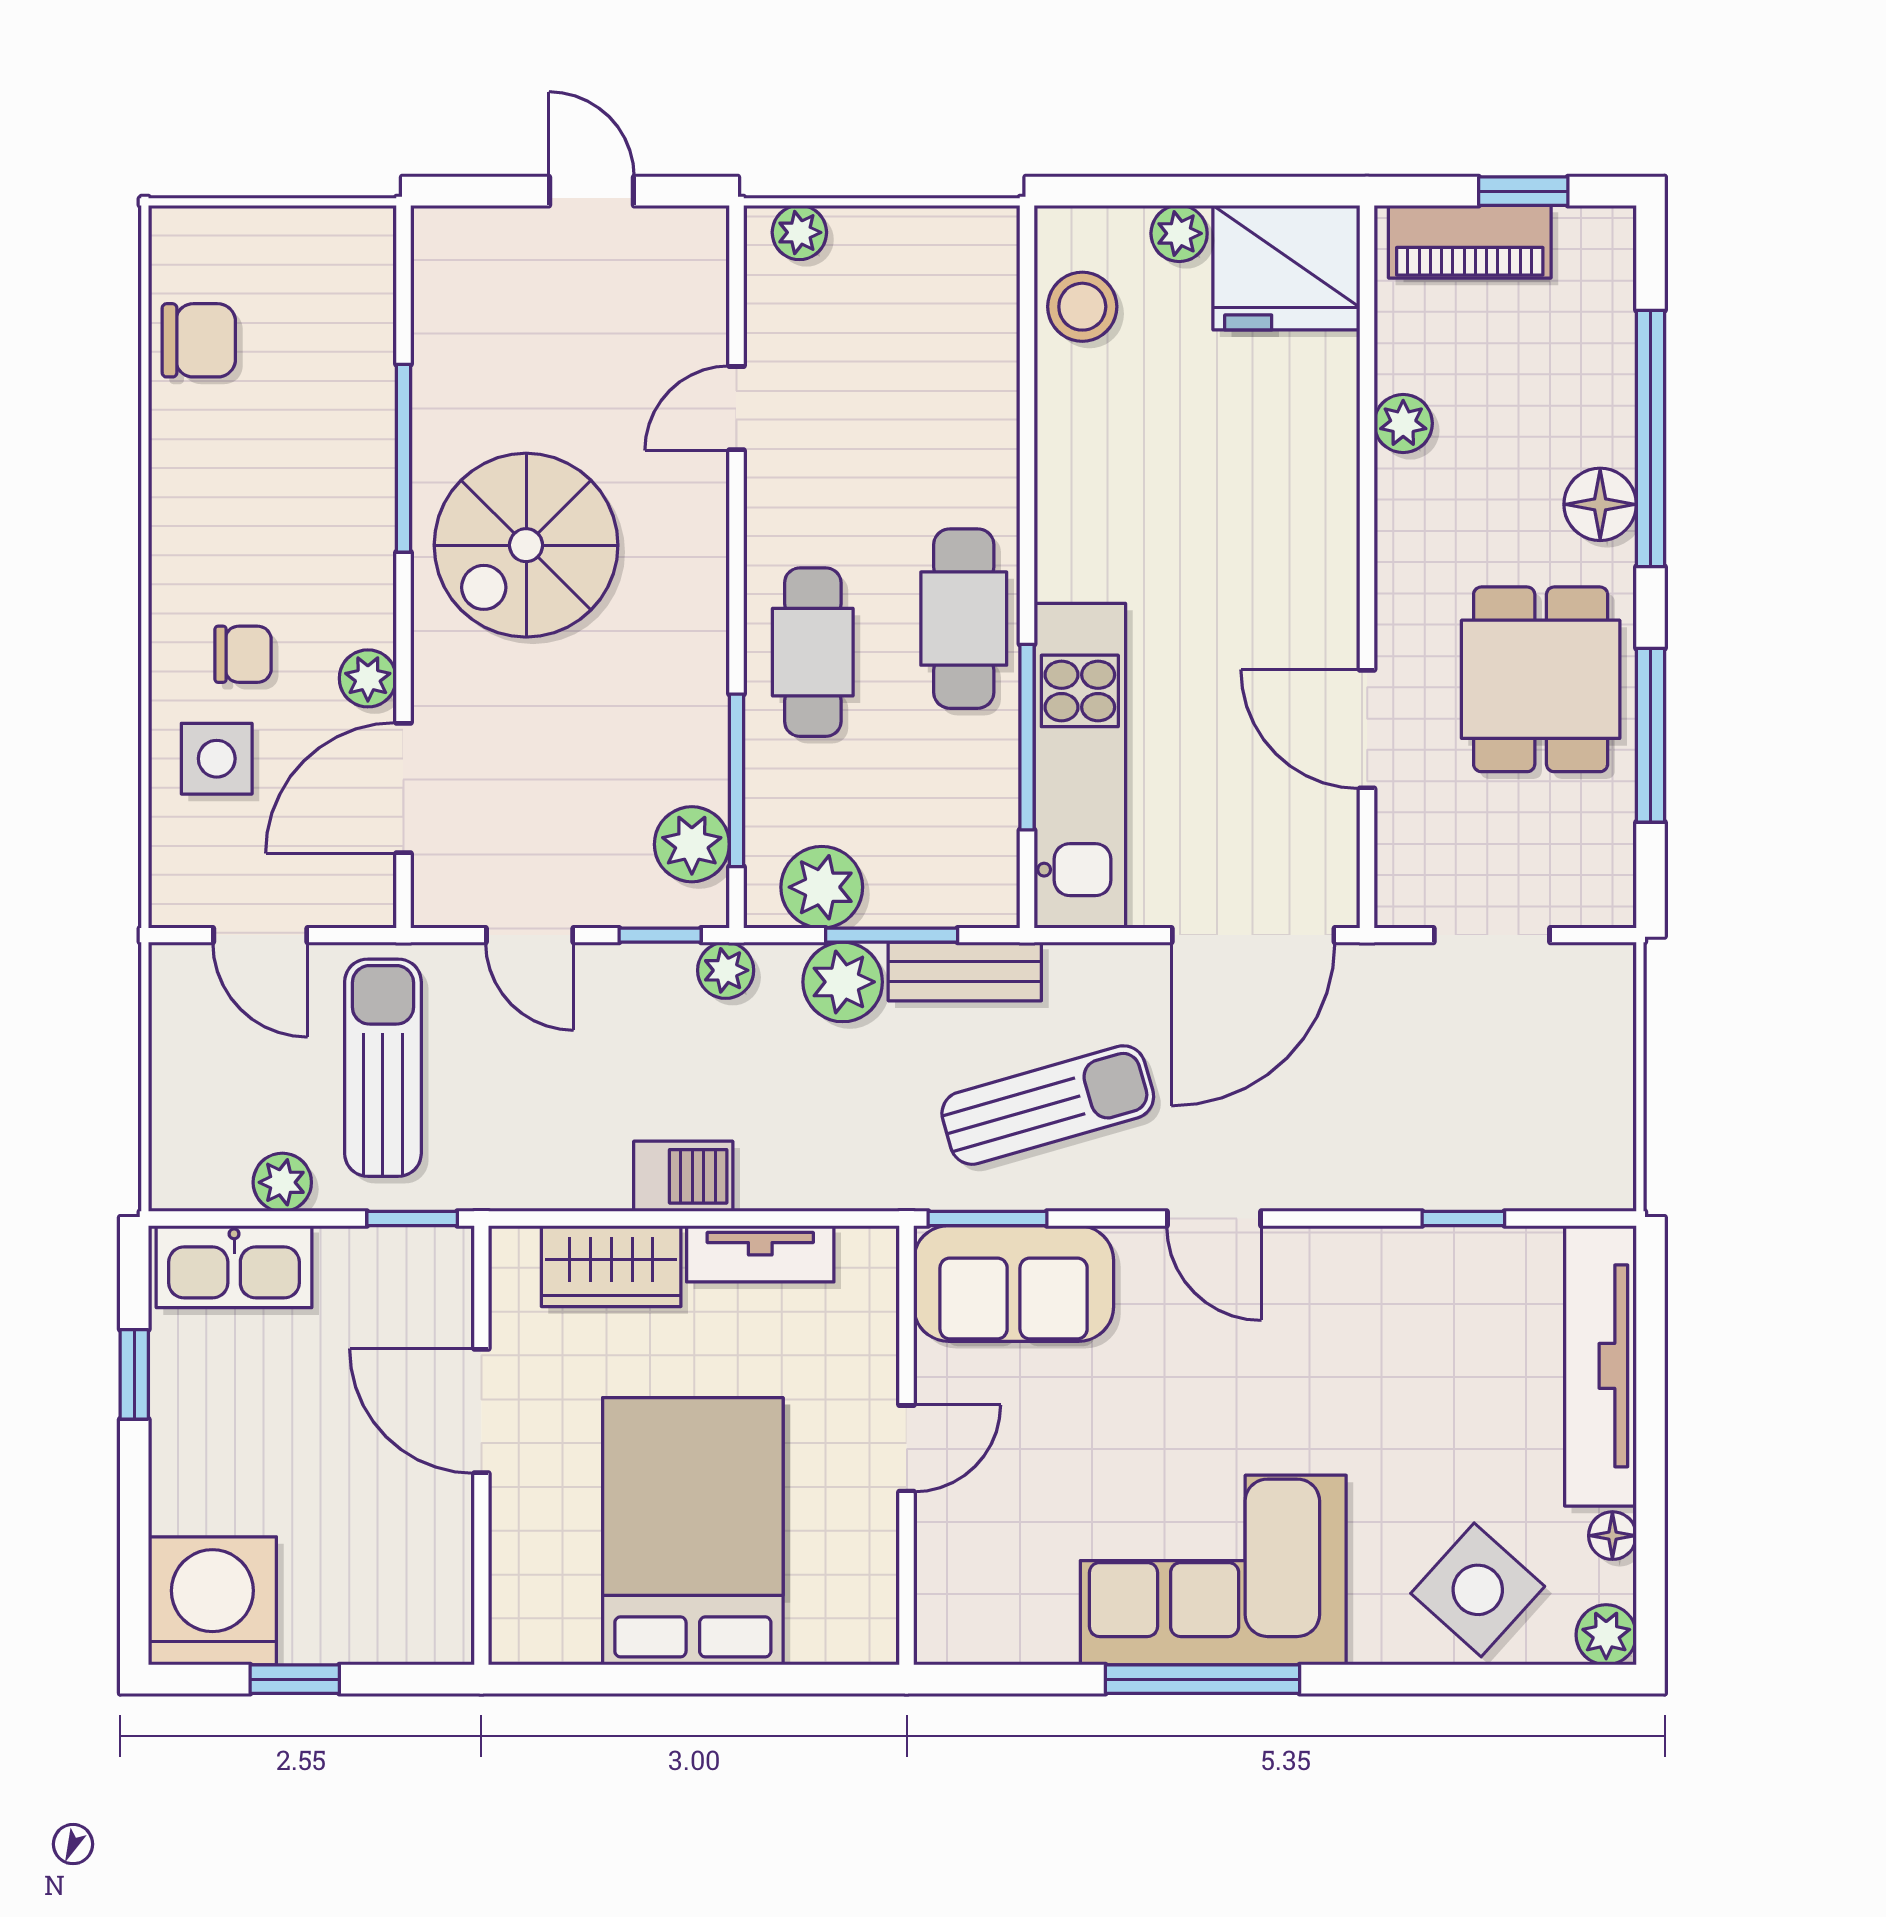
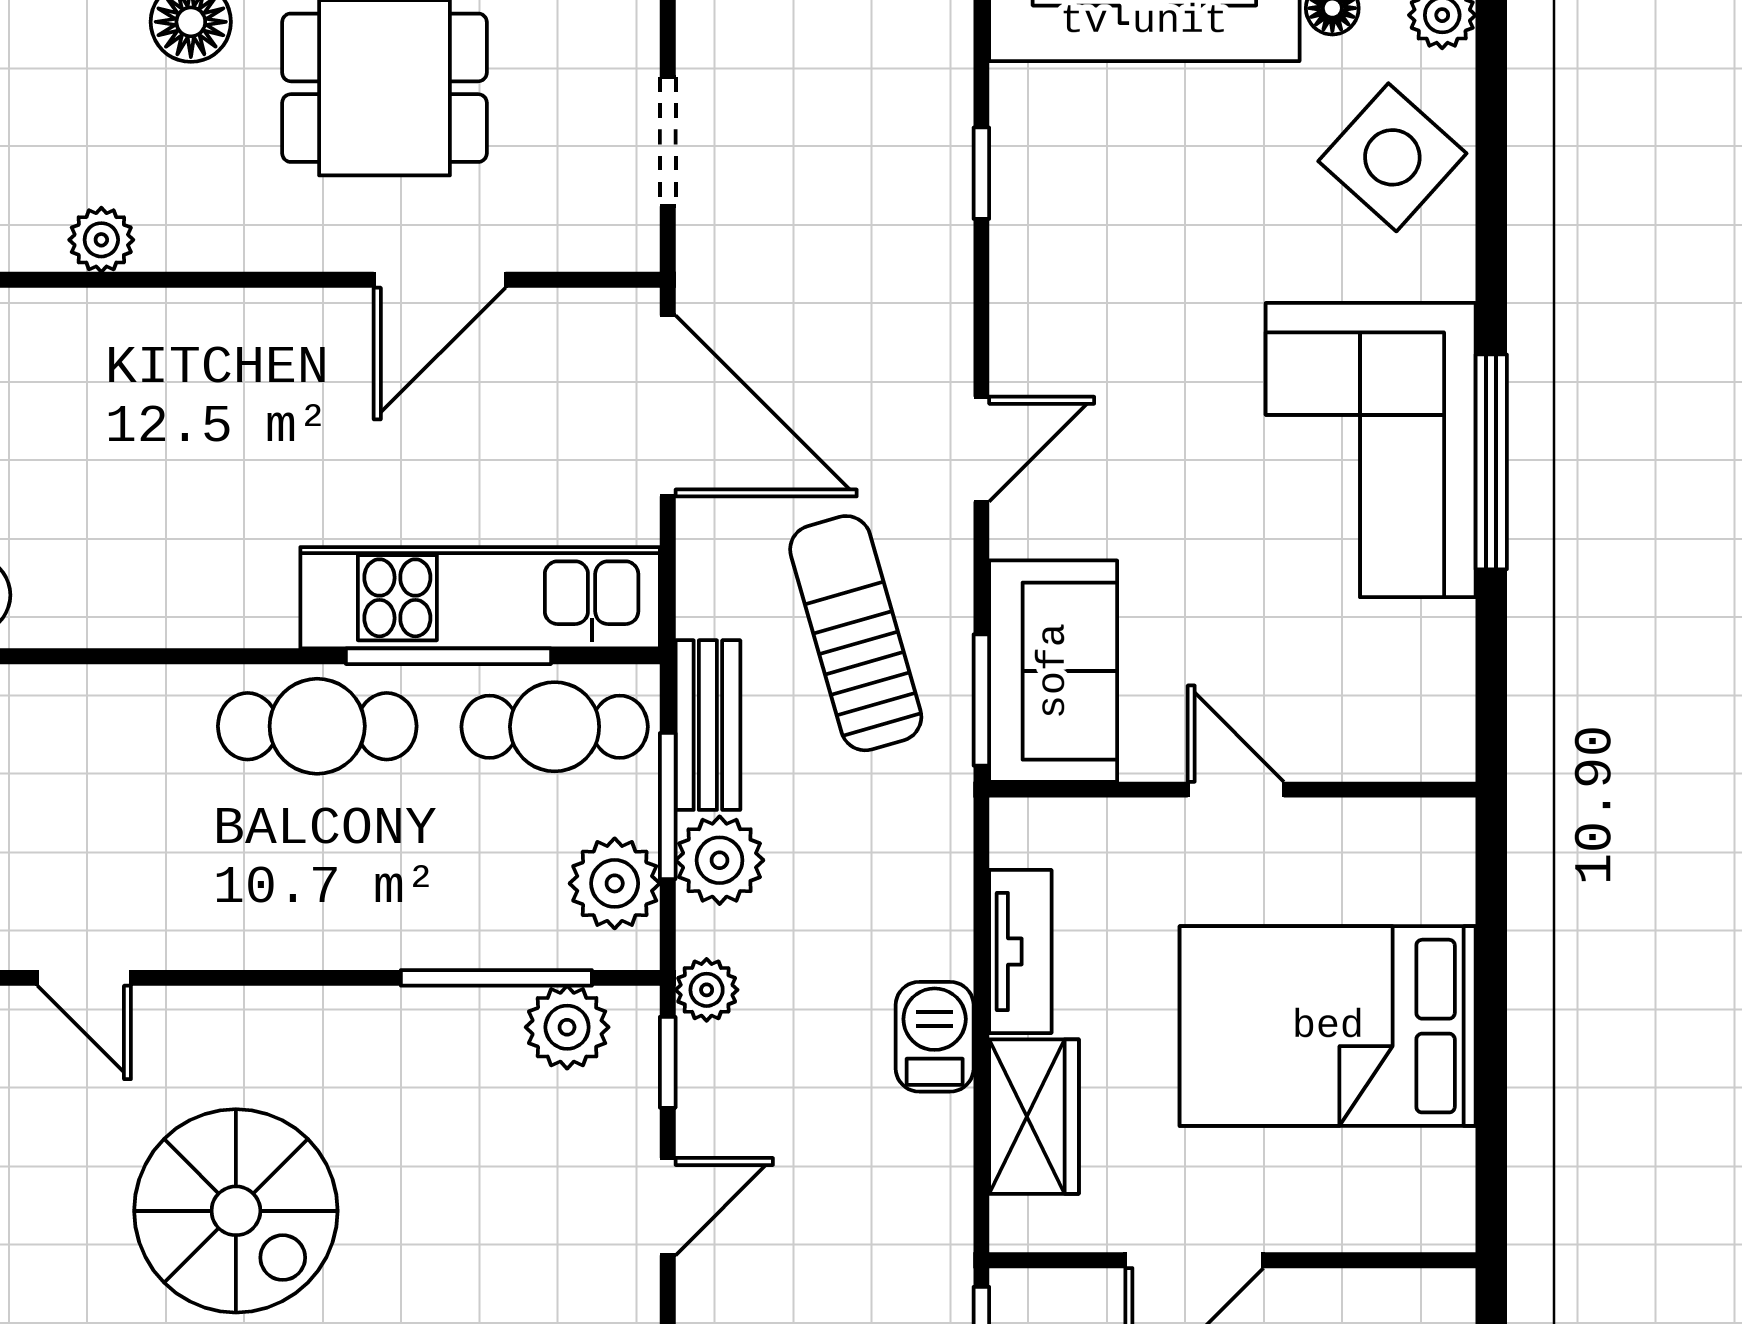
cafe table: (813, 652) -> (555, 727), moved

